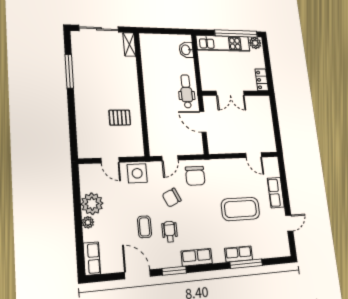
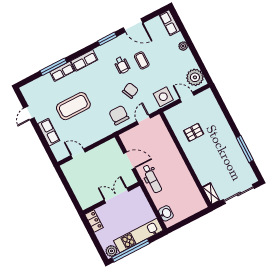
plant: (92, 204) -> (195, 77), moved
row of seats: (197, 257) -> (84, 60), moved

